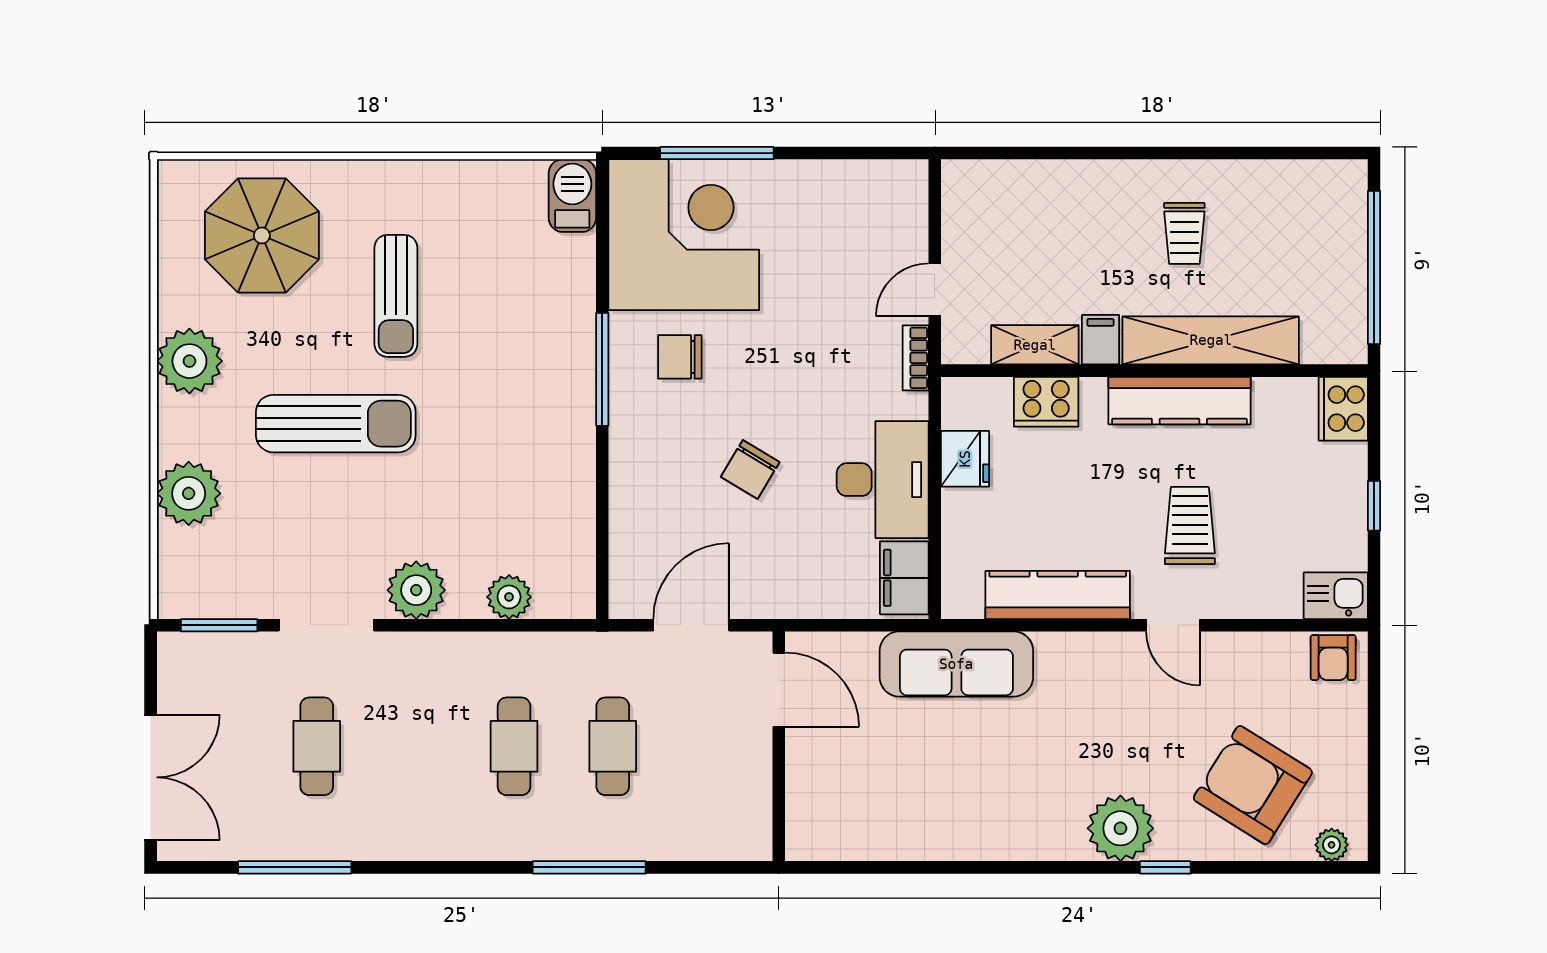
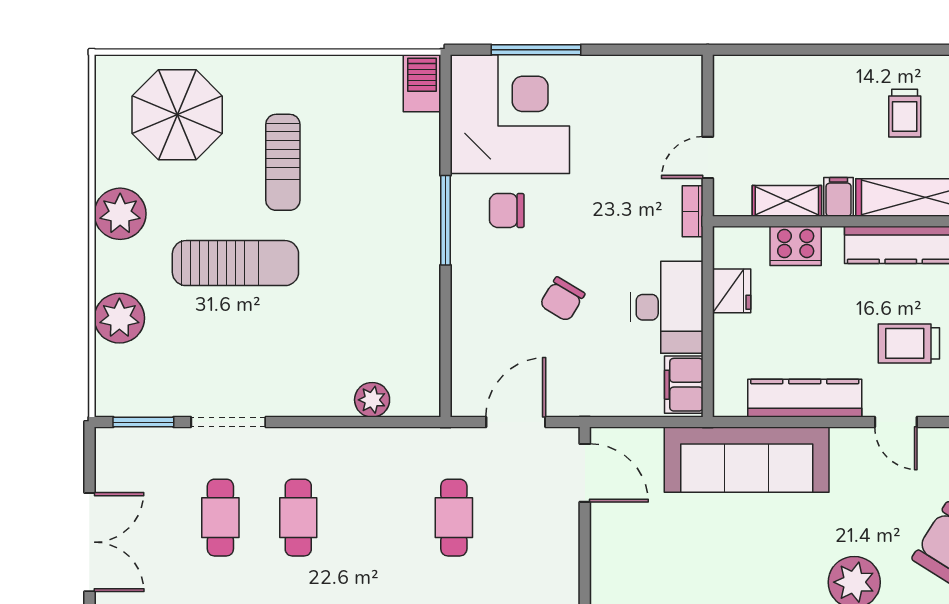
trolley: (1190, 526) -> (909, 343), turned -90
plant: (416, 590) -> (299, 394), removed
sofa: (956, 664) -> (747, 460), width x1.36, depth x1.27
cafe table: (514, 746) -> (298, 518), moved

